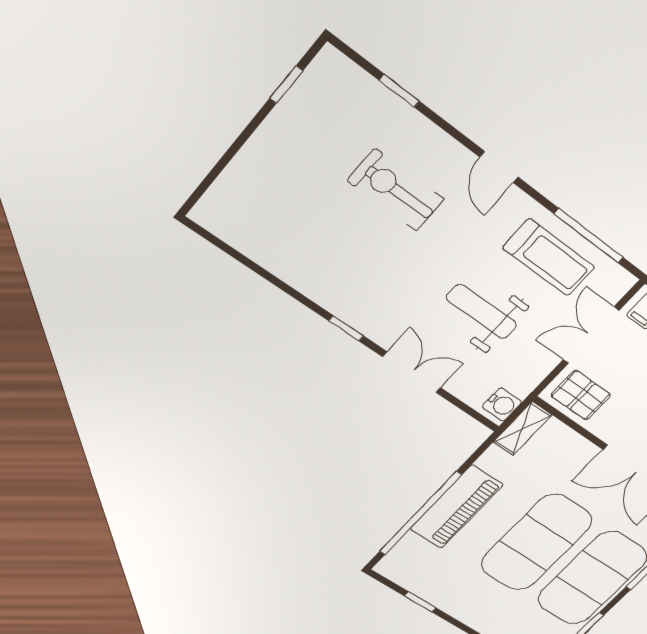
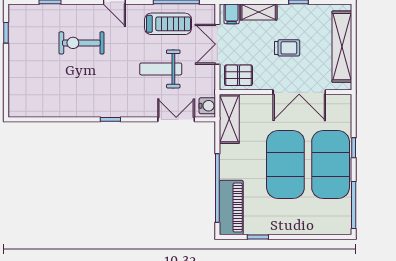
double door: (412, 372) -> (176, 119), moved
shelving: (523, 429) -> (229, 119), width x1.50, depth x1.33
piano: (457, 507) -> (231, 208), moved

